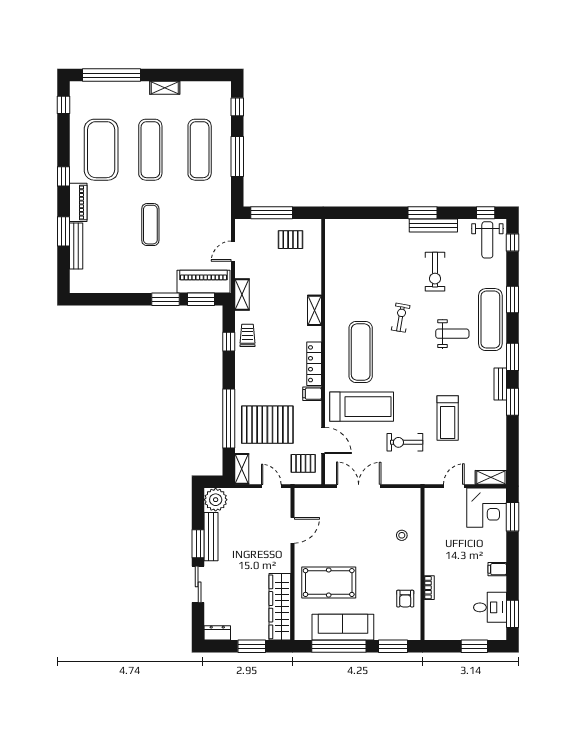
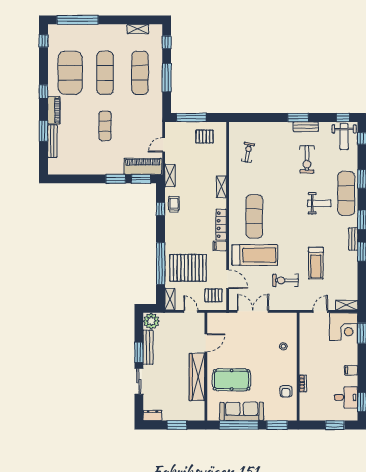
shelving: (165, 88) -> (138, 29), moved
bench: (433, 226) -> (306, 127), width x0.73
exercise bike: (401, 318) -> (248, 152), moved
wardrobe: (280, 607) -> (197, 377), moved

